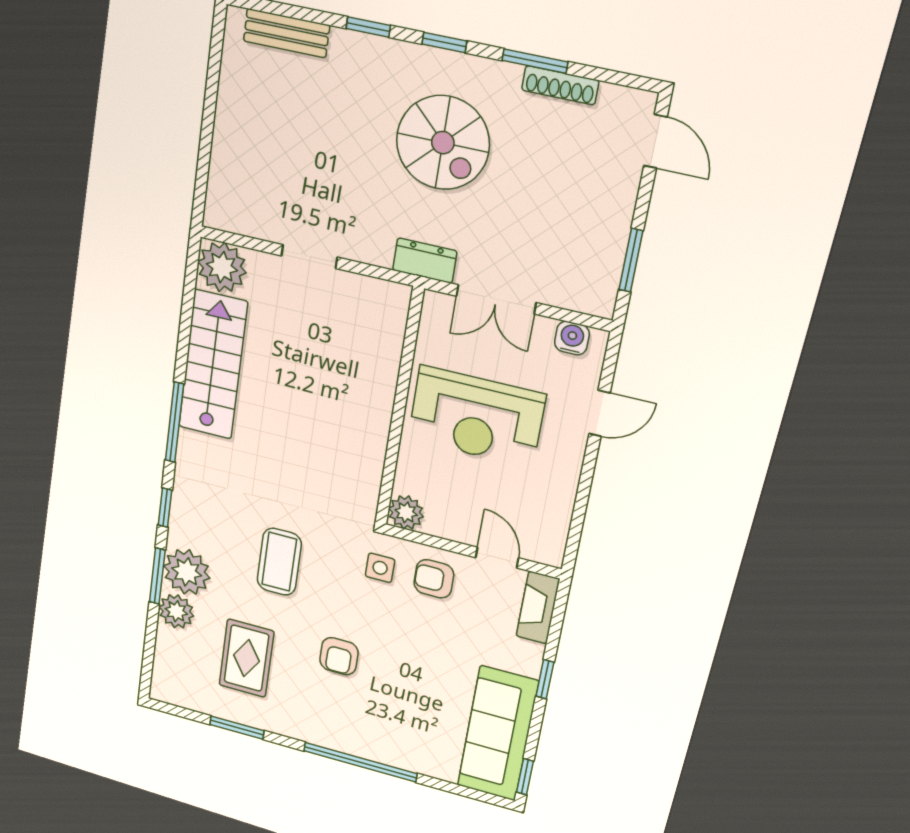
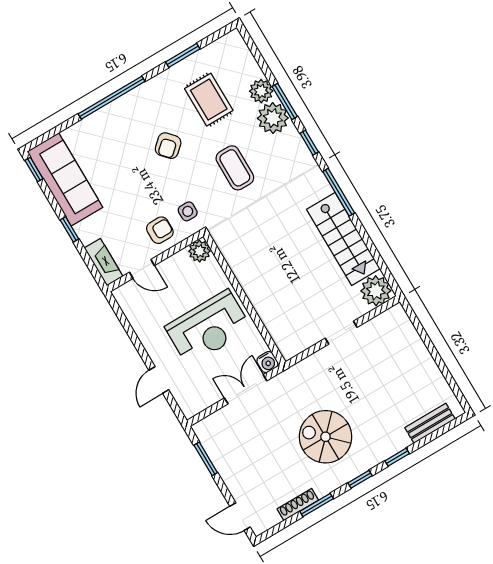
dresser: (425, 261) -> (290, 378), removed
water cooler: (572, 338) -> (267, 362), moved
reception desk: (476, 417) -> (208, 328), turned 180
armchair: (339, 656) -> (168, 146), turned -132

